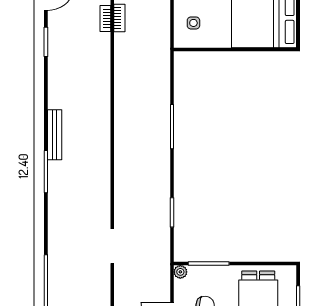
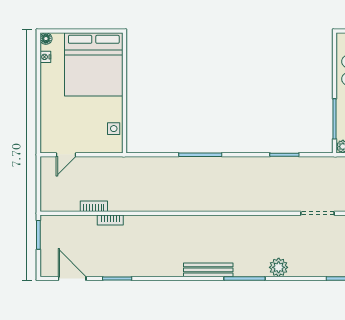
bookcase: (105, 19) -> (110, 220), moved
side table: (193, 23) -> (114, 129), moved
plant: (57, 206) -> (279, 267), added

